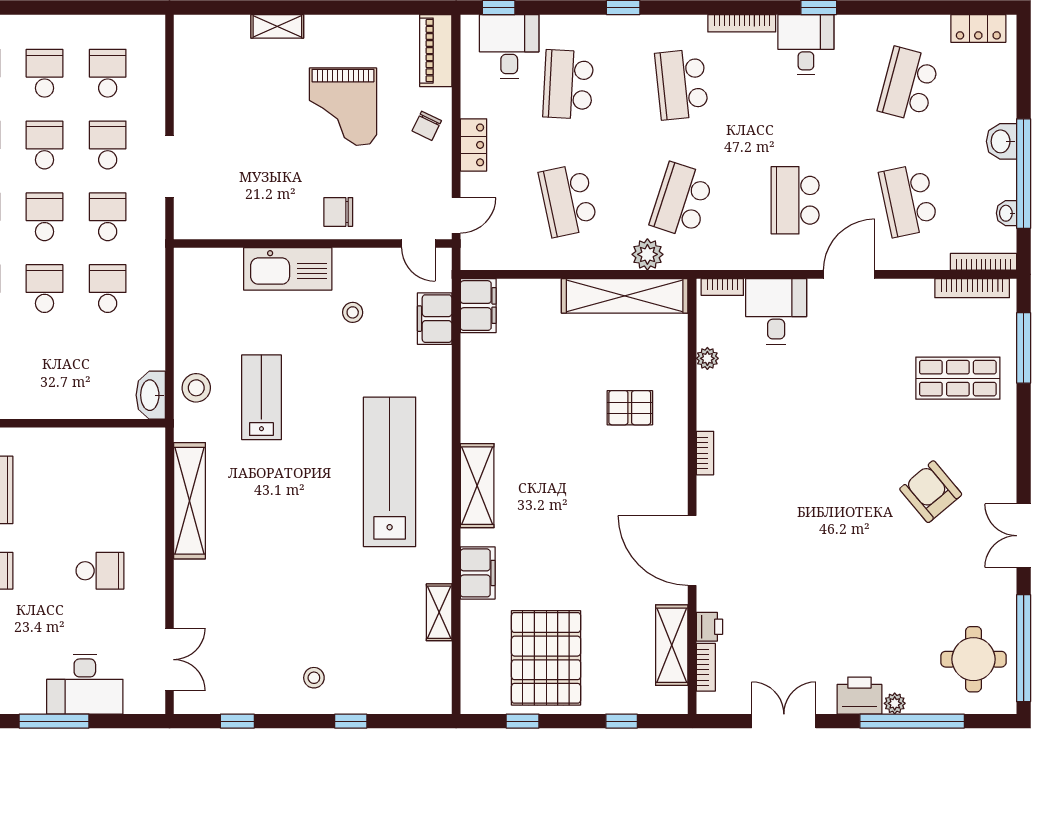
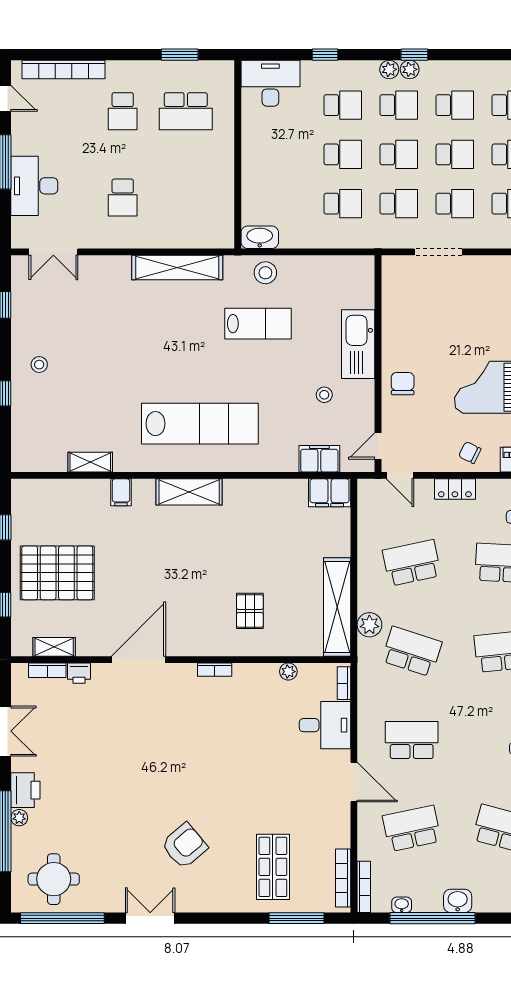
filing cabinet: (478, 573) -> (121, 492), width x0.50
shelving: (672, 645) -> (54, 647), width x0.67, depth x0.75
pallet: (546, 658) -> (57, 573), moved

